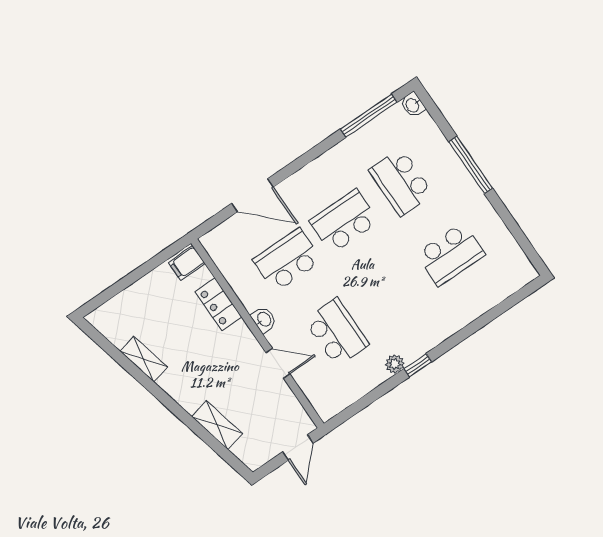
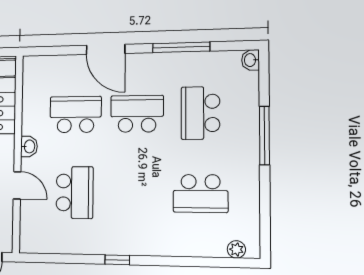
window: (369, 116) -> (181, 47), moved
door: (252, 195) -> (106, 49), moved
plant: (395, 364) -> (236, 249), moved

